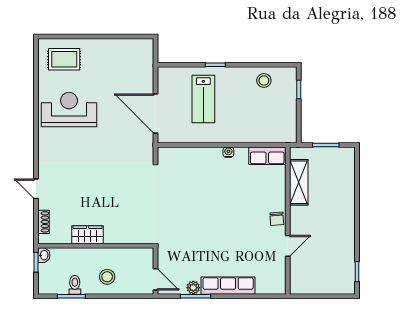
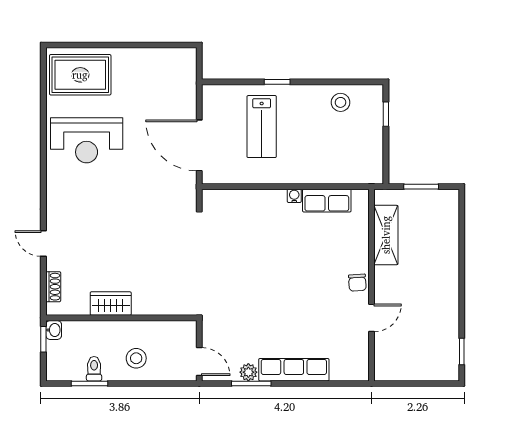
rug: (64, 59) -> (80, 75), width x1.36, depth x1.43
reception desk: (69, 110) -> (87, 140), turned 180
row of seats: (267, 156) -> (327, 201), moved

